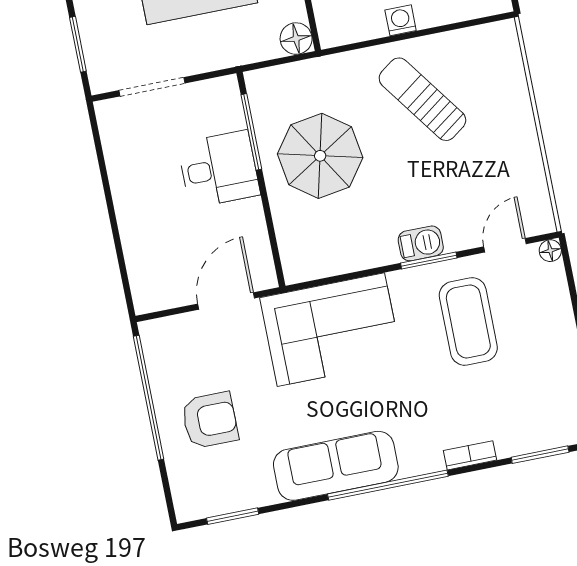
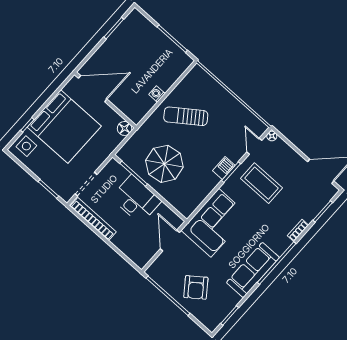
bookcase: (118, 159) -> (93, 219), added
desk: (219, 169) -> (136, 199), width x1.37
armchair: (210, 420) -> (196, 287), turned 143

